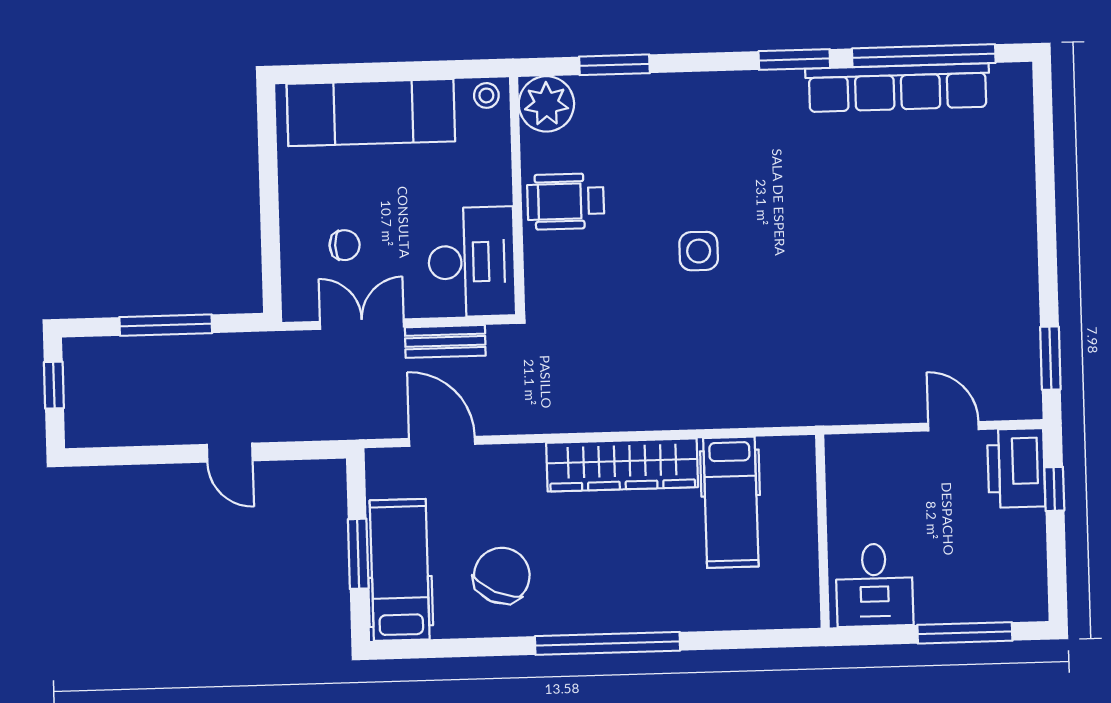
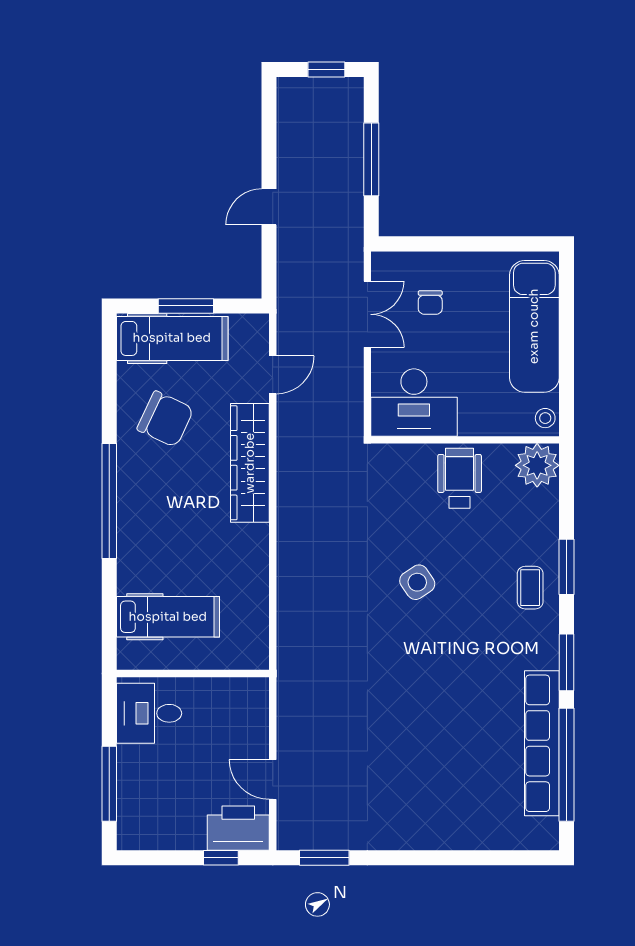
window: (614, 65) -> (566, 567), moved
coffee table: (701, 108) -> (530, 588), added
side table: (699, 251) -> (417, 582), turned -34
bench: (445, 341) -> (352, 380), removed
door: (953, 426) -> (273, 779), swing flipped
door: (442, 441) -> (273, 375), width x0.73
wardrobe: (622, 465) -> (250, 463), moved
hospital bed: (731, 502) -> (168, 617), moved, turned 180

